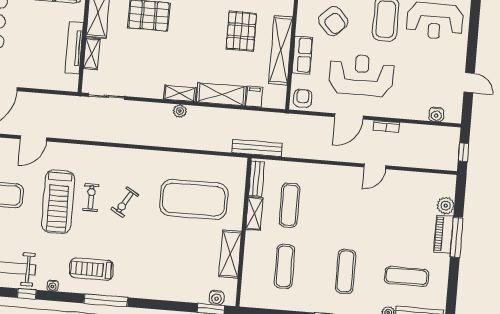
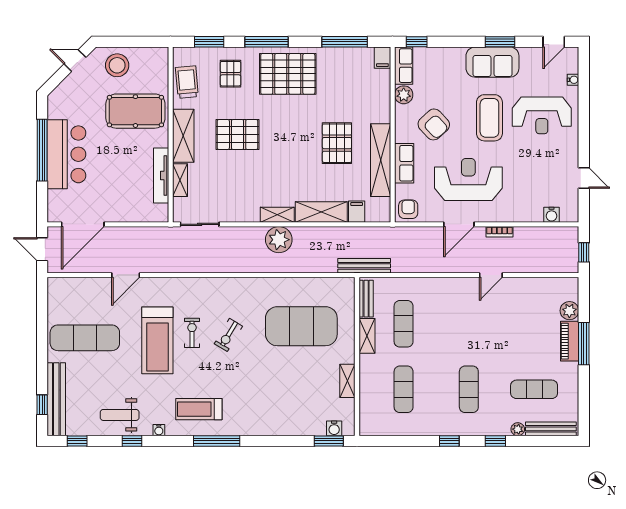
plant: (180, 111) -> (279, 240), width x1.87, depth x1.87
shelving: (230, 254) -> (347, 381), width x0.67, depth x0.75

